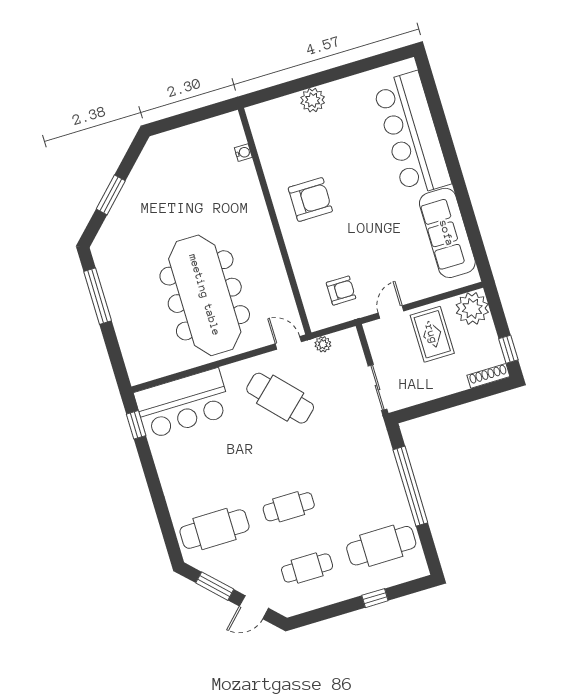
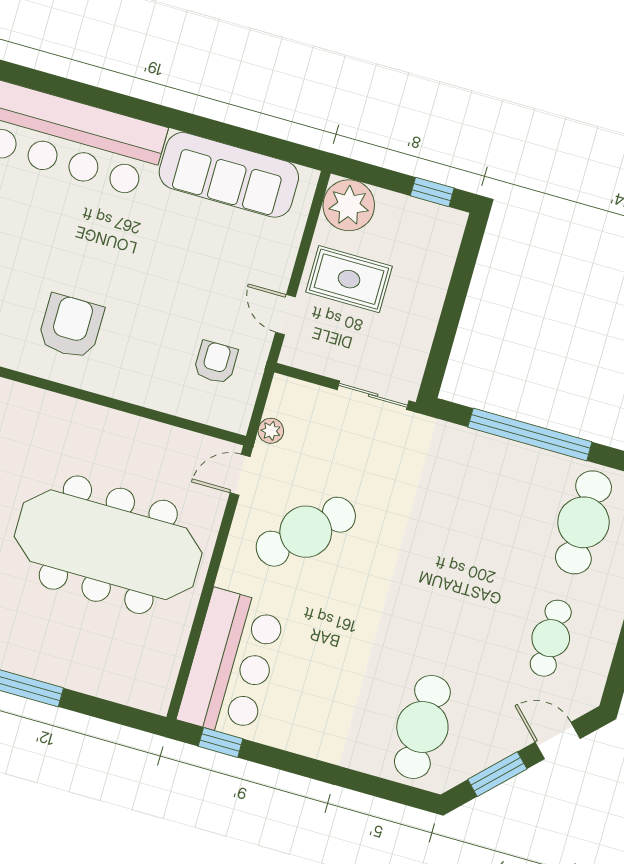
shoe rack: (488, 376) -> (450, 240), removed
cafe table: (289, 507) -> (455, 611), removed
door: (254, 607) -> (558, 740), swing flipped

